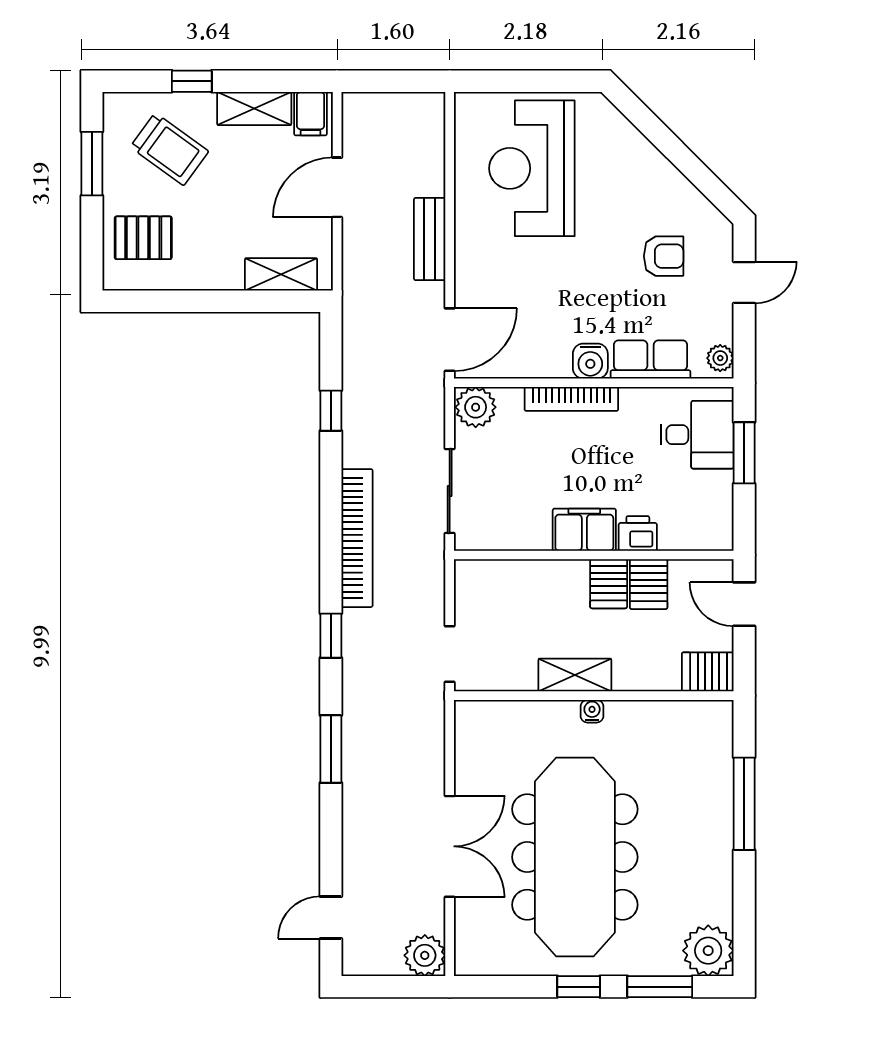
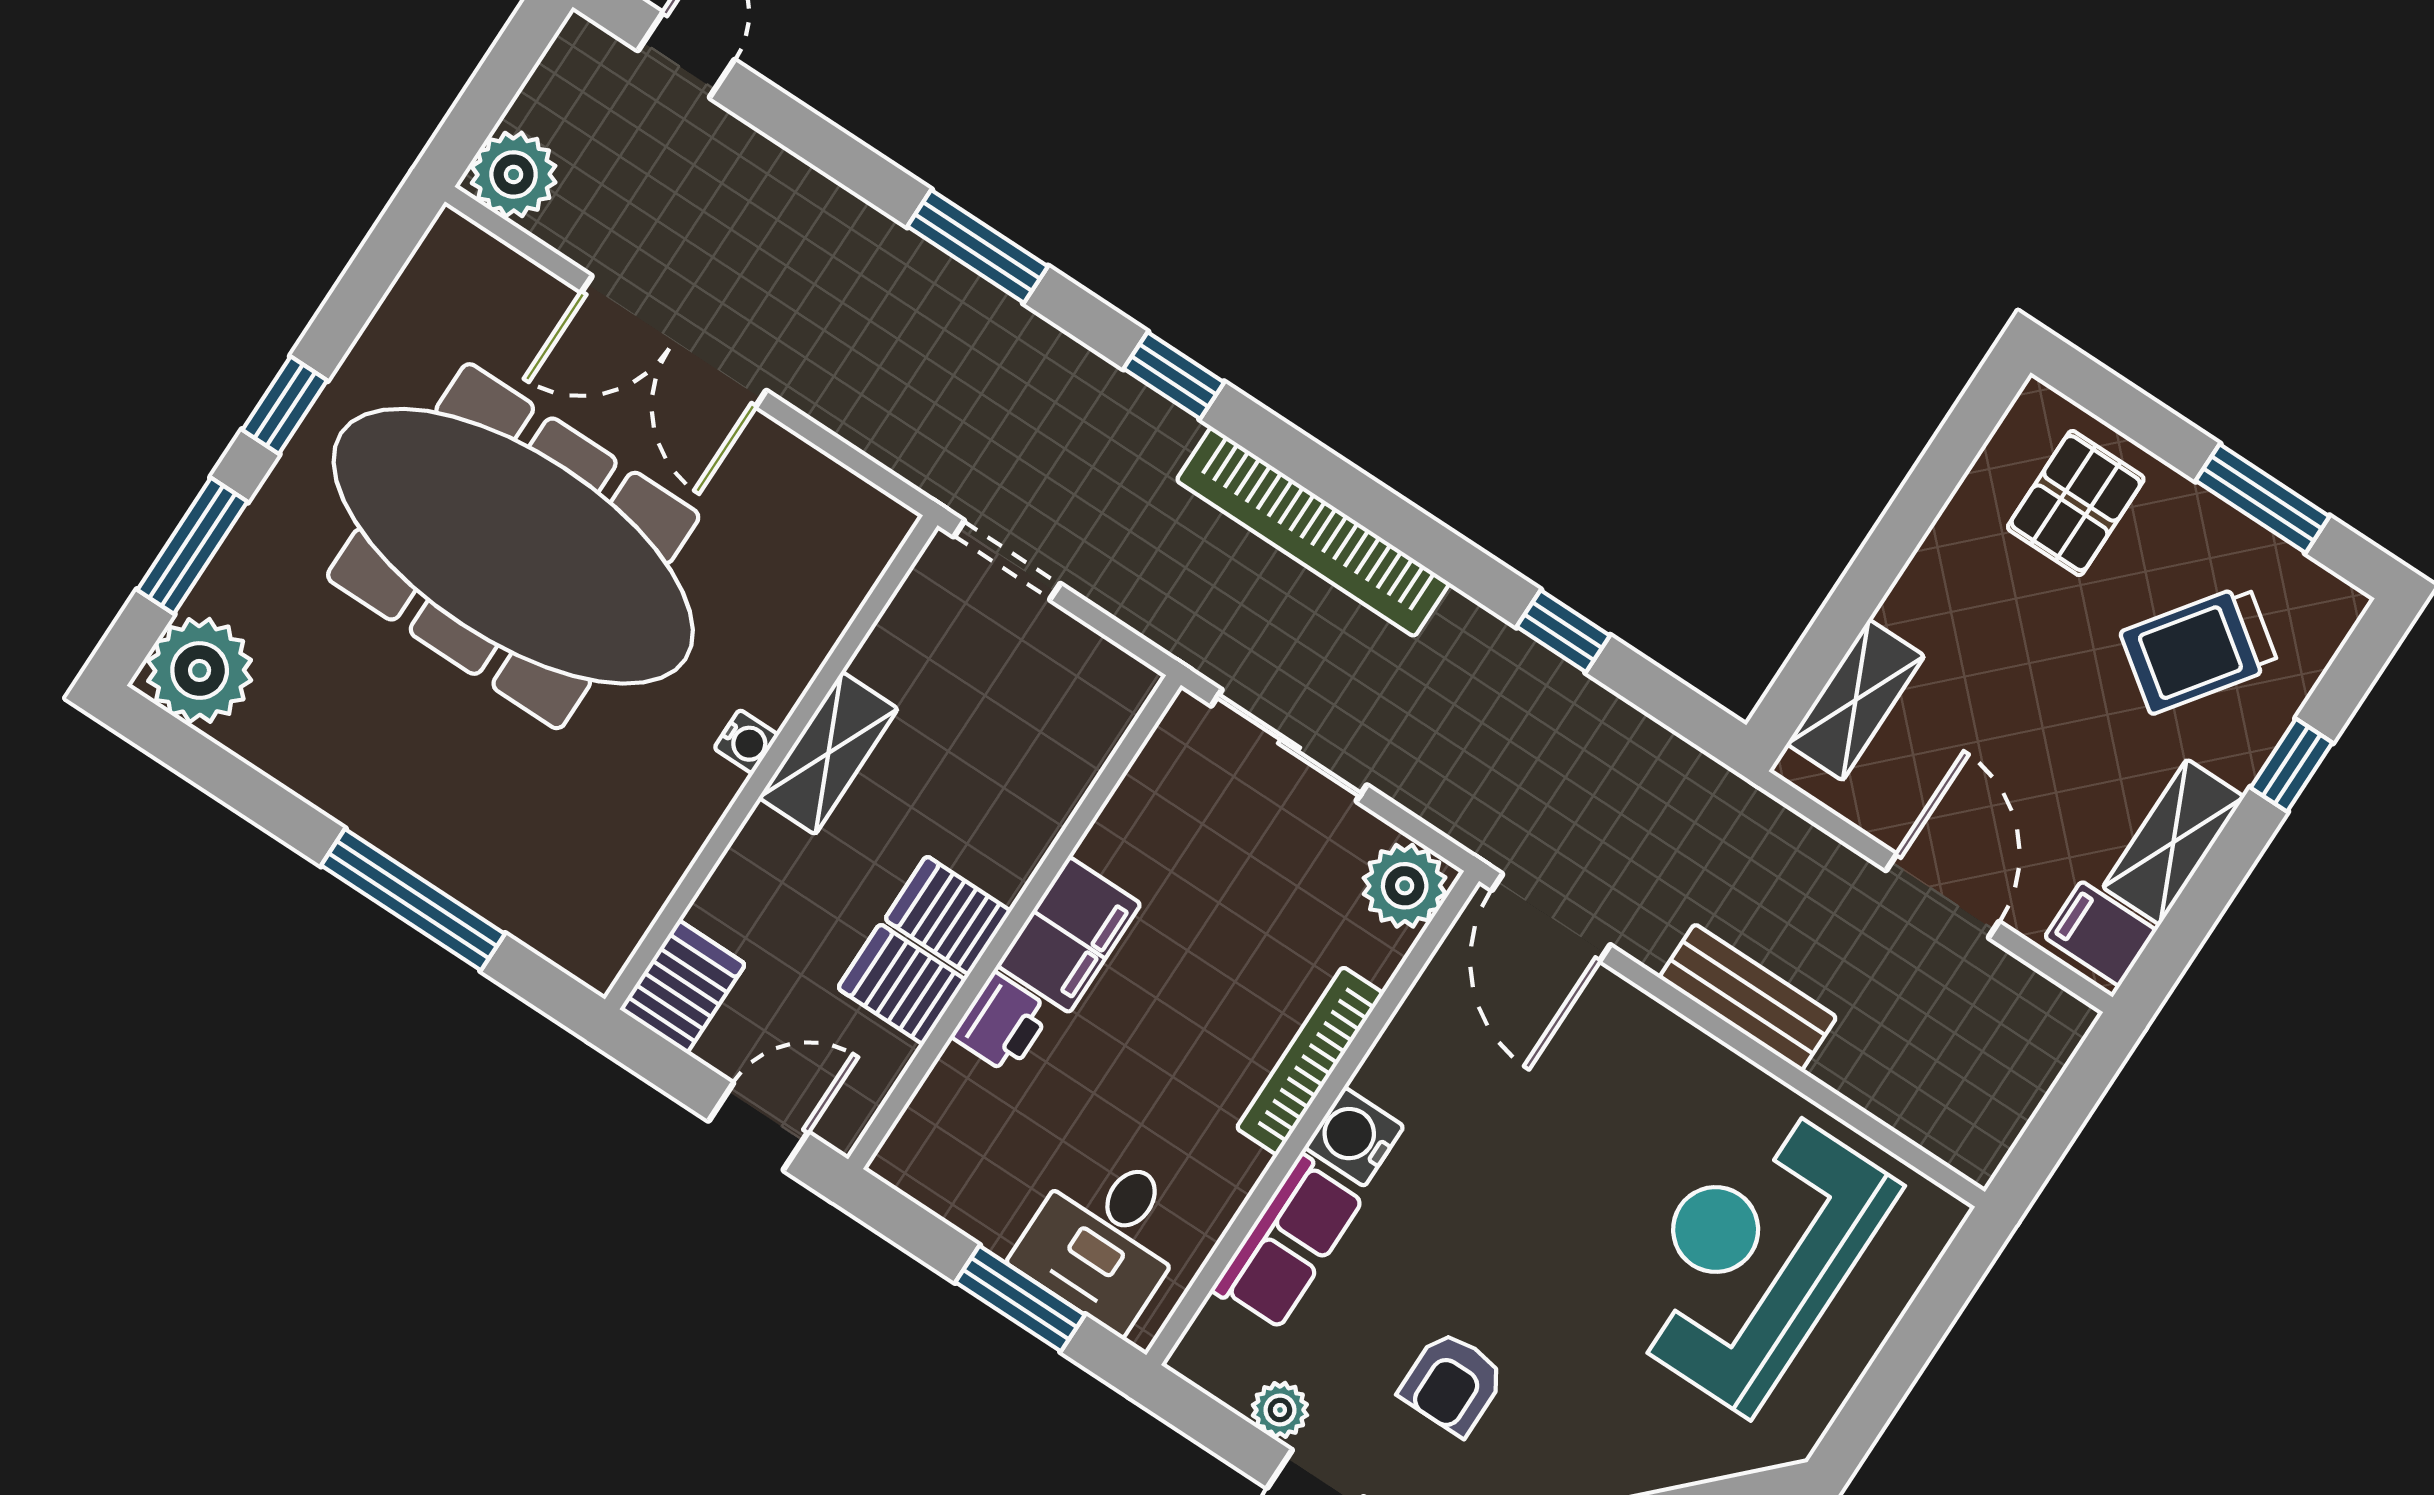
reception desk: (532, 168) -> (1754, 1255), turned -90
plant: (720, 358) -> (1280, 1410), moved

